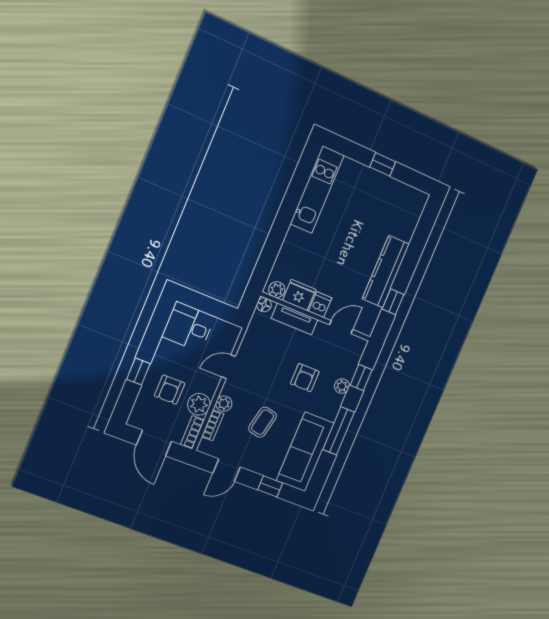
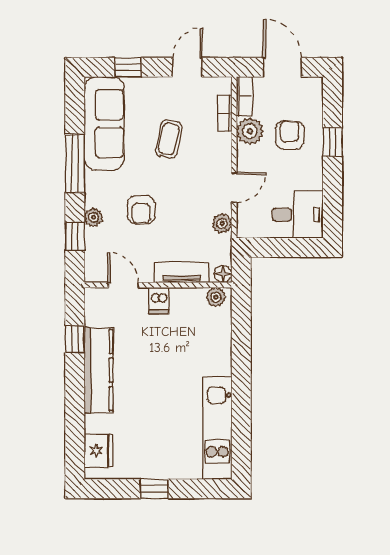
fridge: (299, 295) -> (98, 451), moved, turned -90
door: (341, 327) -> (123, 285), swing flipped
armchair: (305, 378) -> (141, 210), turned 180
plant: (224, 404) -> (222, 223), moved

